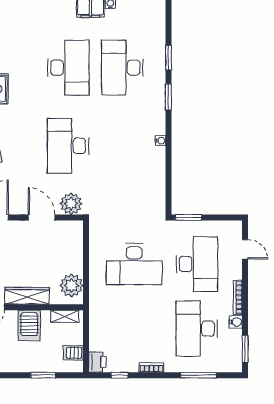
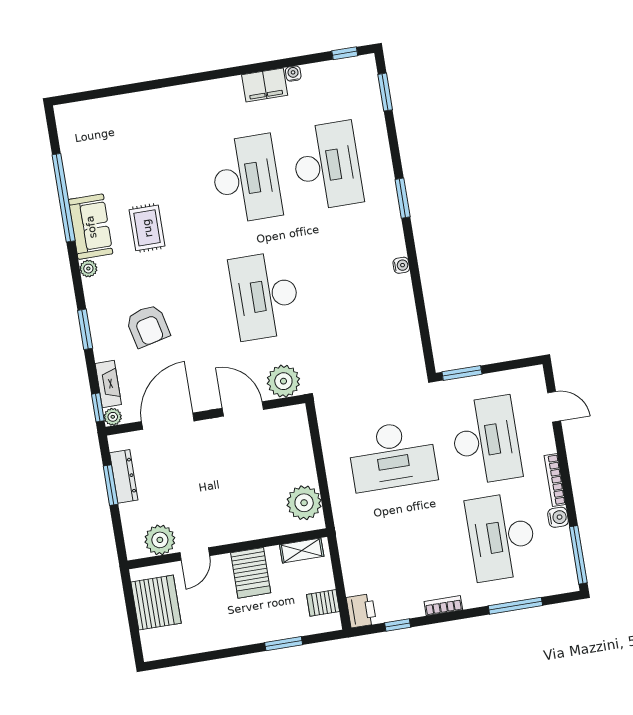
window: (168, 57) -> (385, 92), moved
desk: (122, 68) -> (327, 166), turned 180
wardrobe: (27, 296) -> (240, 529), removed
window: (245, 349) -> (578, 555), width x1.44

